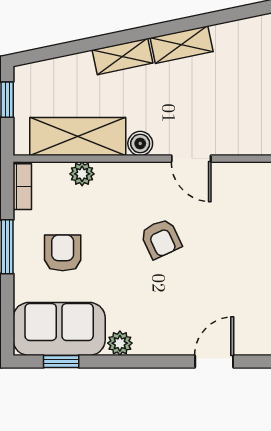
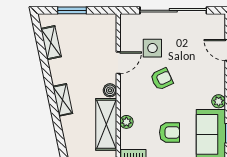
shelving: (182, 45) -> (51, 43), moved
side table: (218, 222) -> (152, 48), added
armchair: (63, 253) -> (169, 132), turned 180

